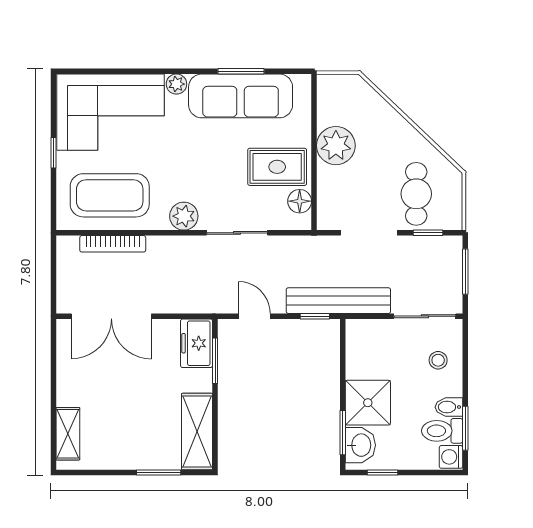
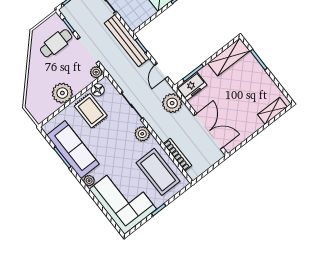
plant: (328, 219) -> (96, 72), added
plant: (195, 295) -> (172, 103), added

